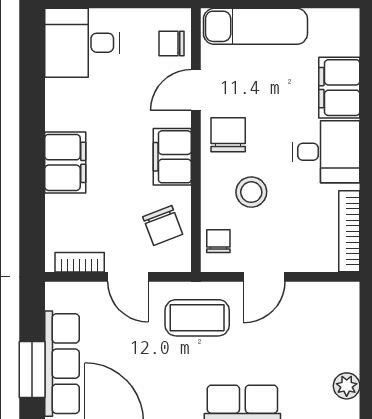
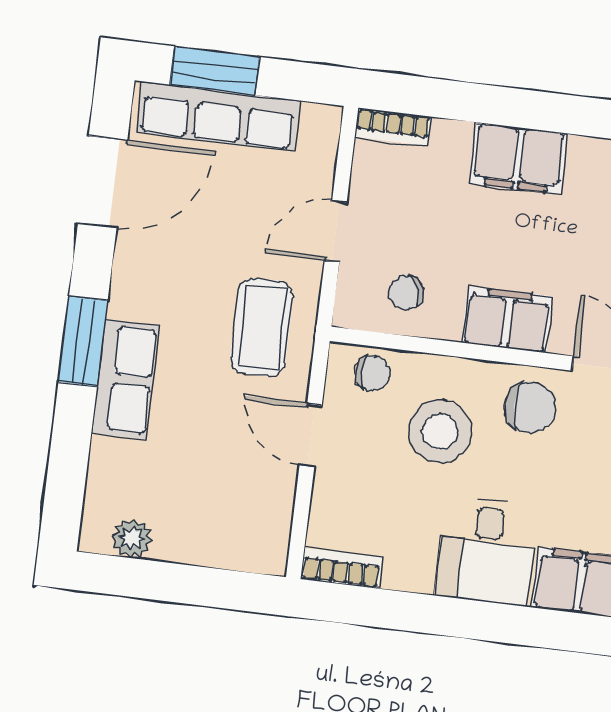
stool: (251, 192) -> (440, 431), width x1.38, depth x1.38
chair: (163, 225) -> (406, 293), width x0.73, depth x0.73
bookcase: (349, 231) -> (341, 568), width x0.64
bookcase: (80, 262) -> (393, 127), moved, turned 90

